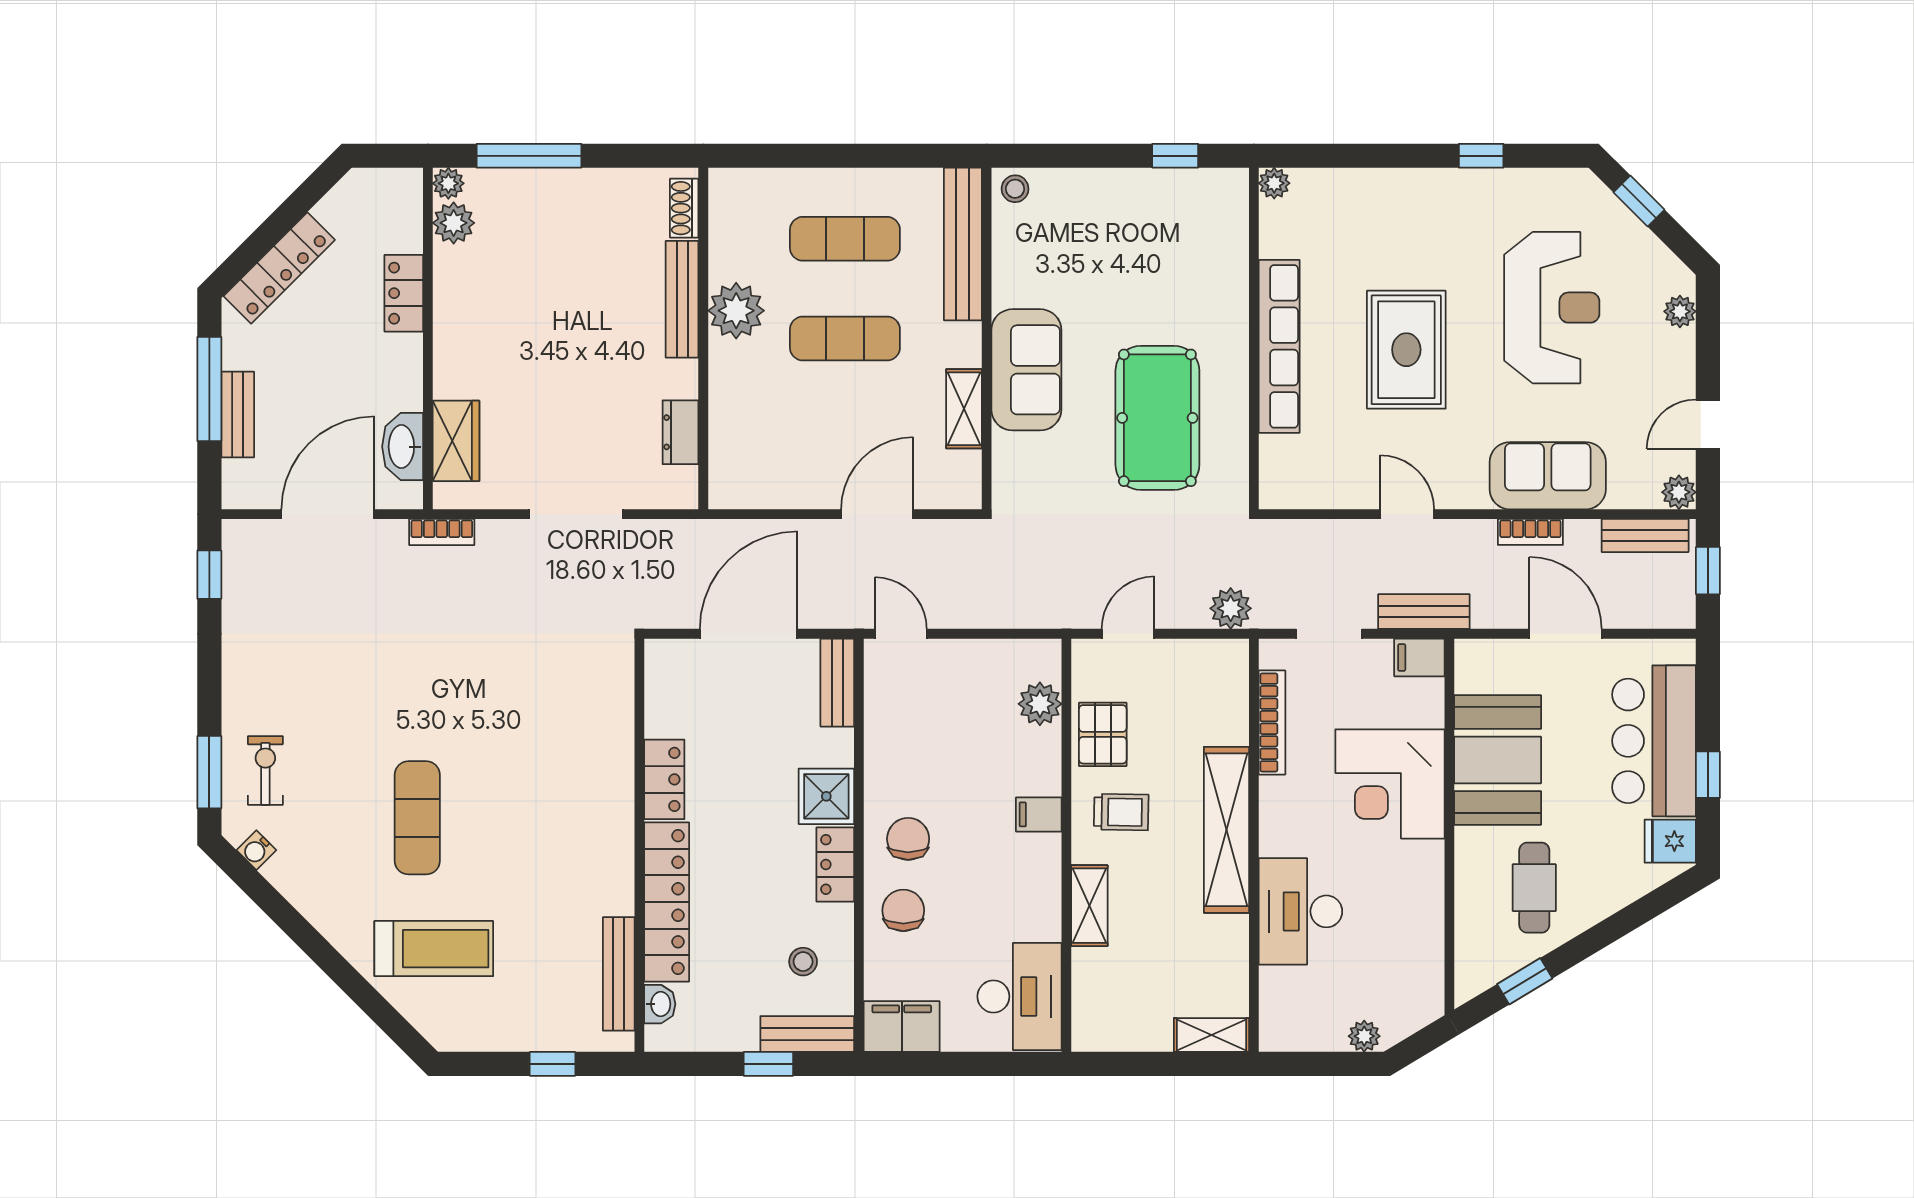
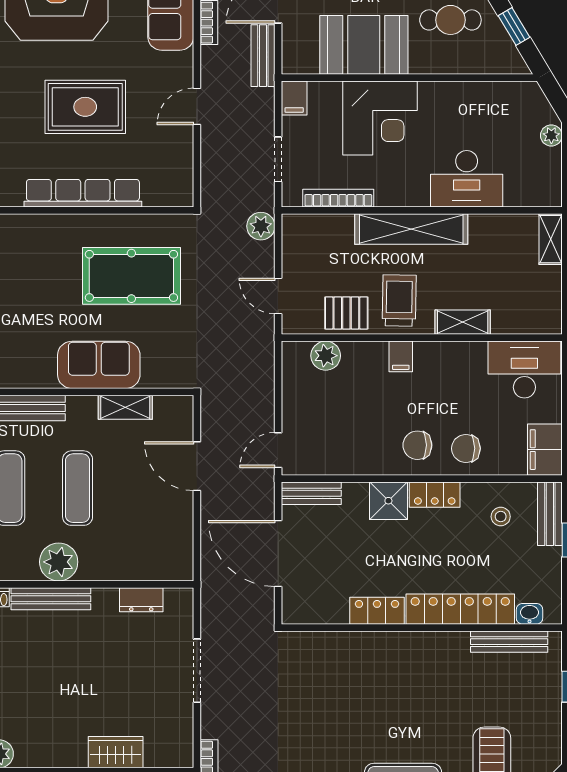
wardrobe: (456, 441) -> (116, 752), moved
bench: (1424, 612) -> (263, 56), moved
trolley: (1121, 812) -> (399, 300), width x1.36, depth x1.39

